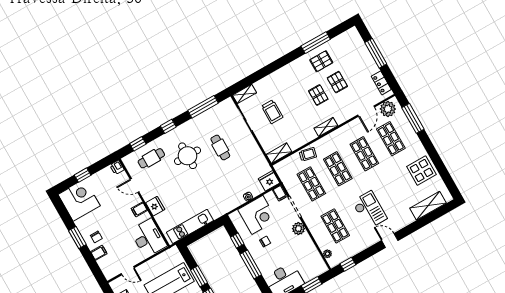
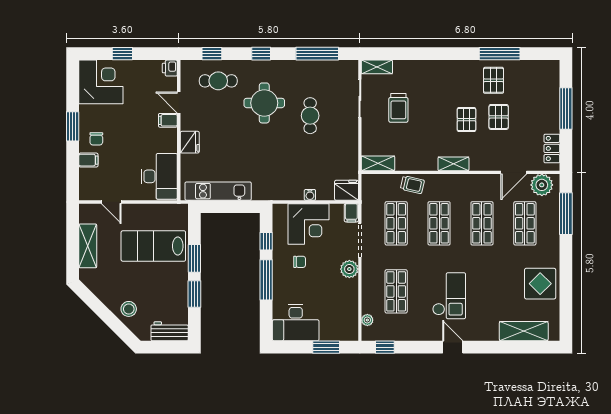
pallet: (321, 61) -> (494, 80), turned 90
filing cabinet: (139, 209) -> (168, 120), moved

